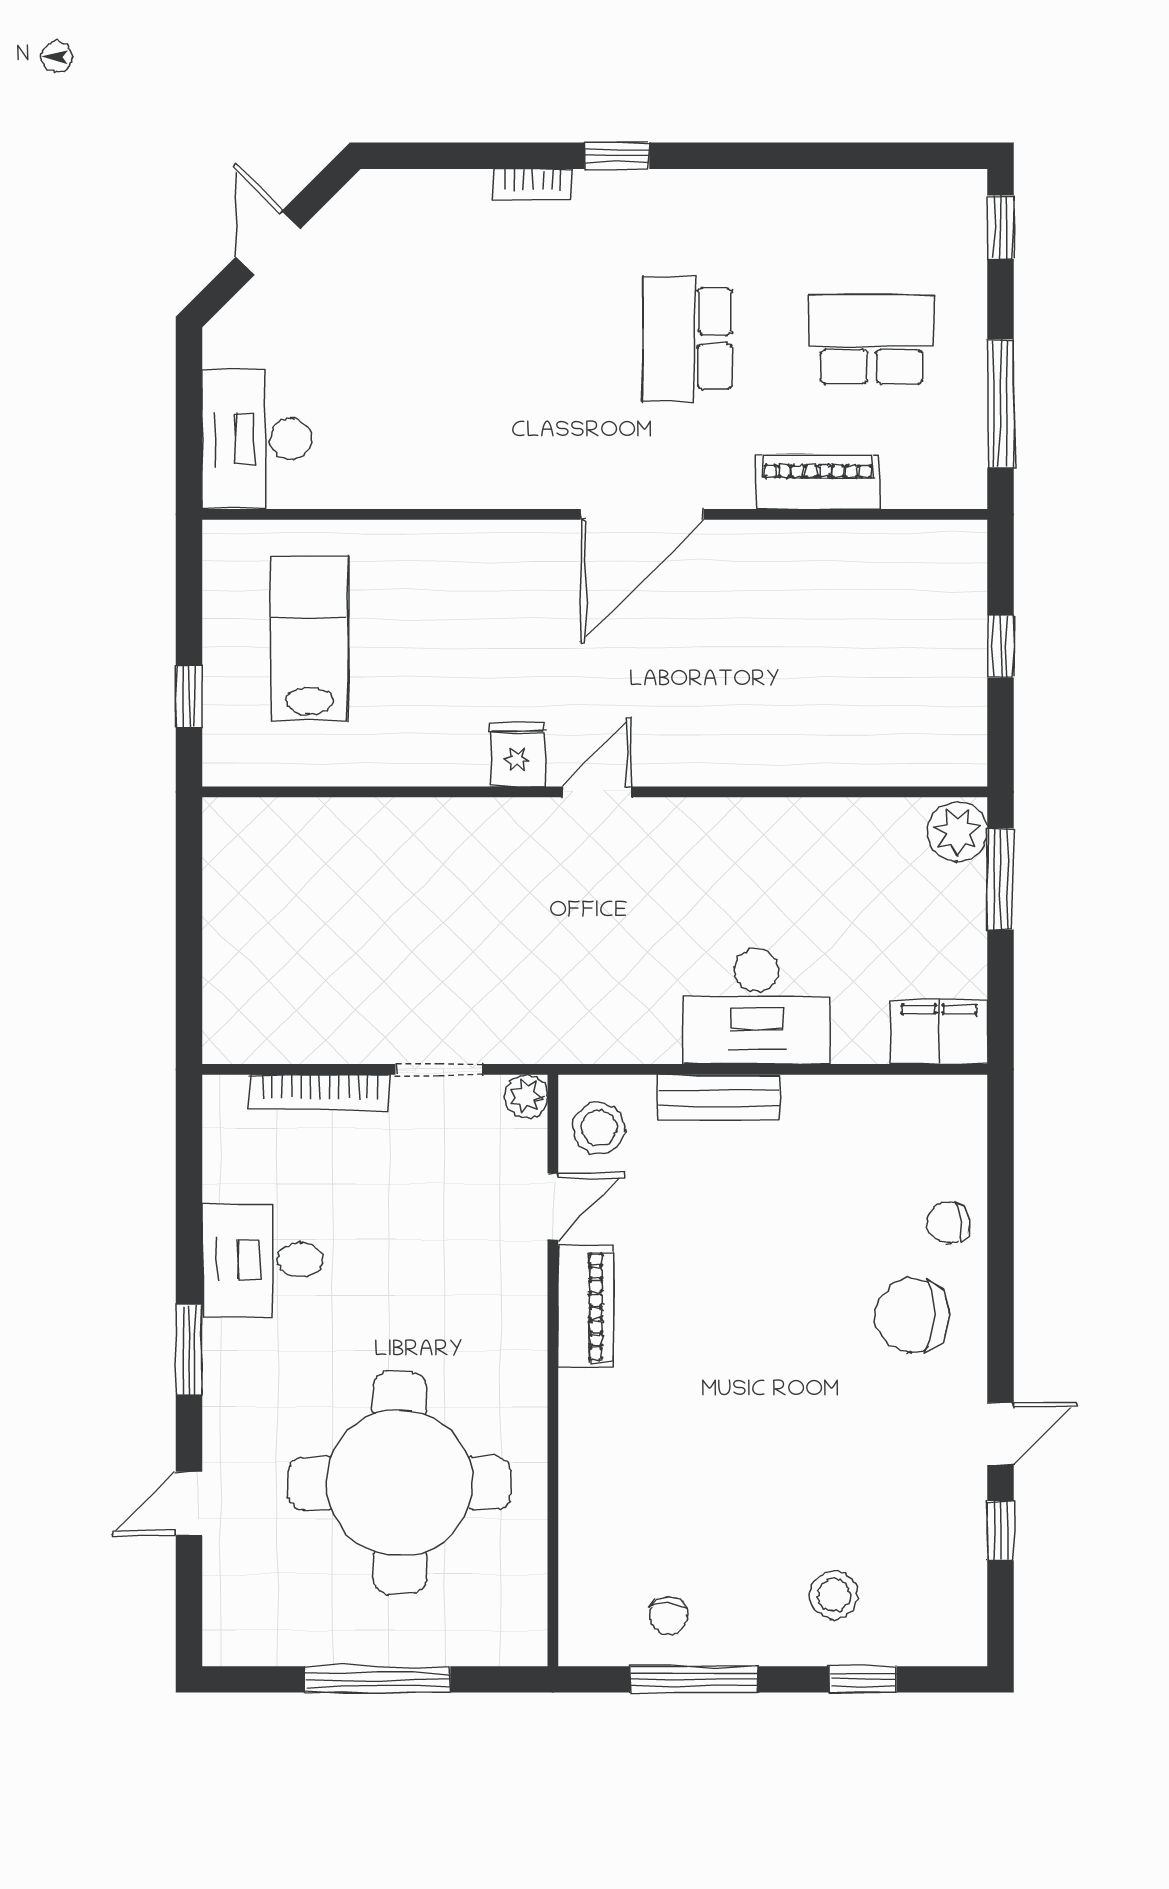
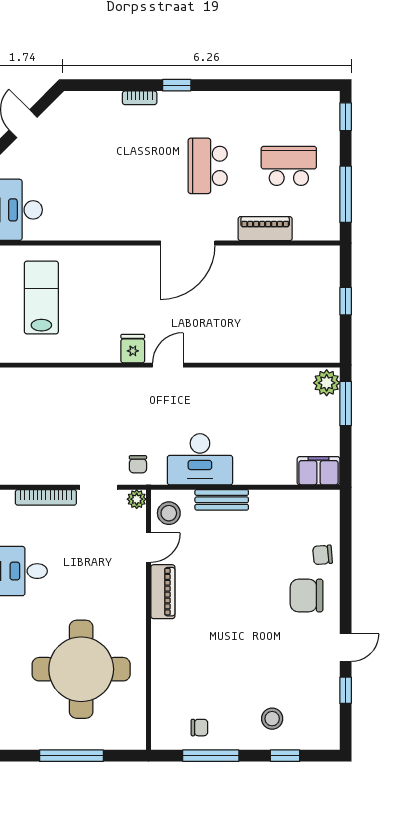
desk: (757, 1006) -> (200, 459), moved
chair: (529, 1017) -> (138, 464), added
chair: (669, 1615) -> (199, 728), turned -90

